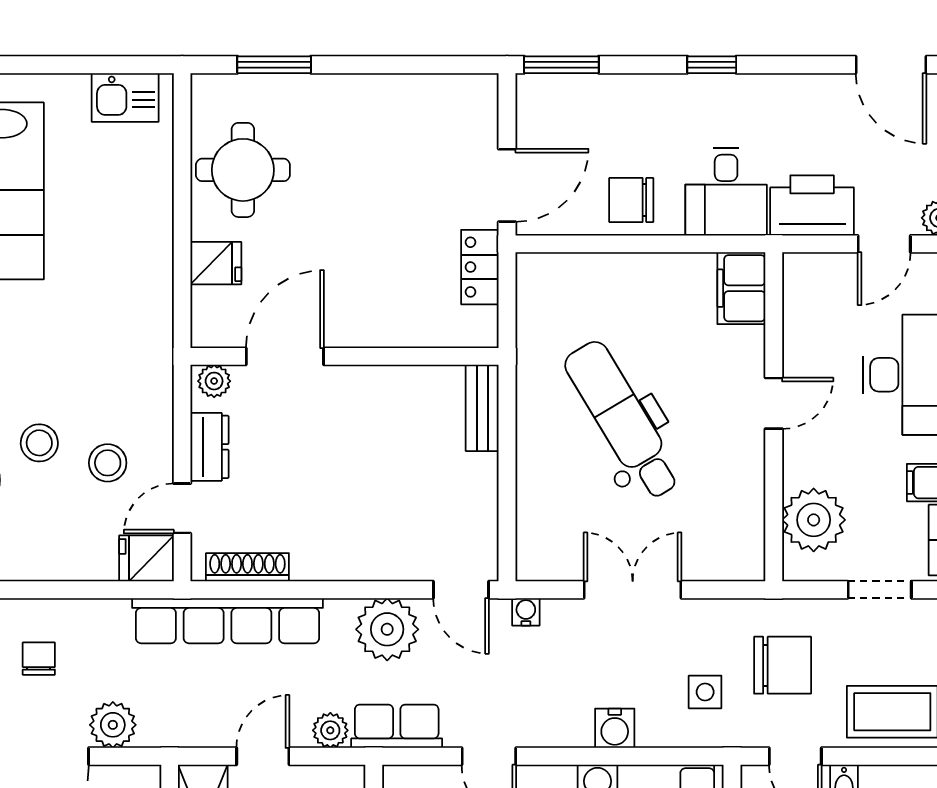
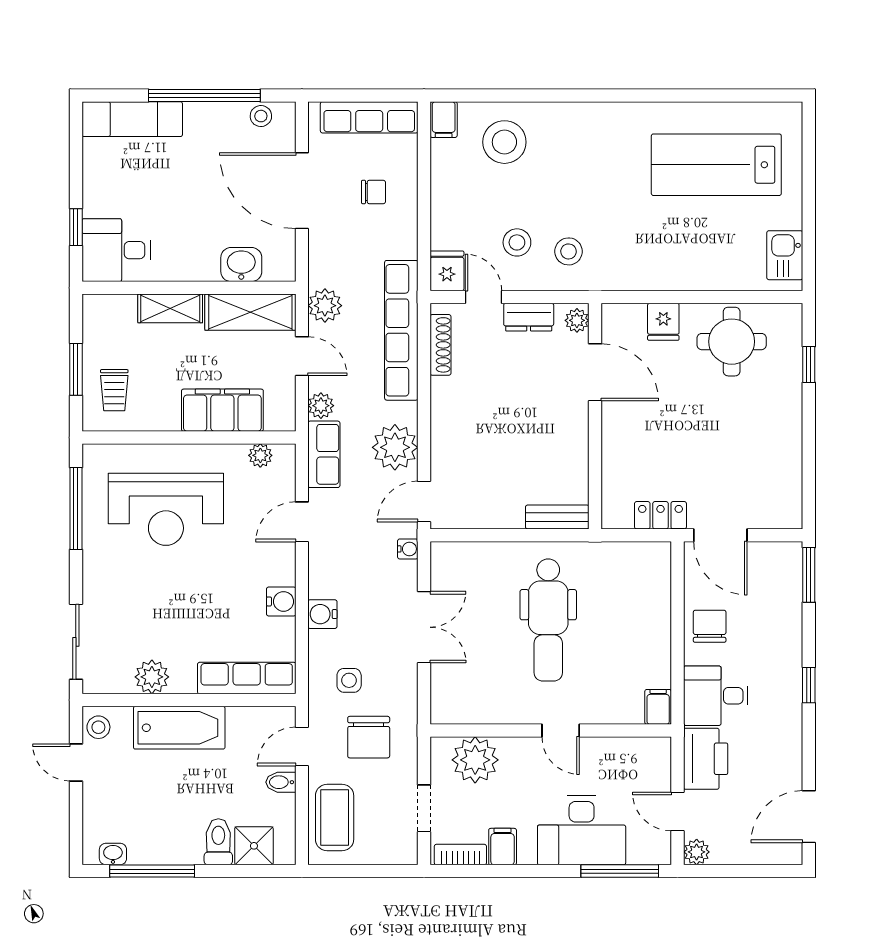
window: (274, 65) -> (809, 365), width x0.67
filing cabinet: (741, 288) -> (658, 707), width x0.50
dental chair: (623, 420) -> (548, 620), turned 121
stool: (39, 443) -> (568, 251), moved
plant: (113, 725) -> (325, 306), moved

